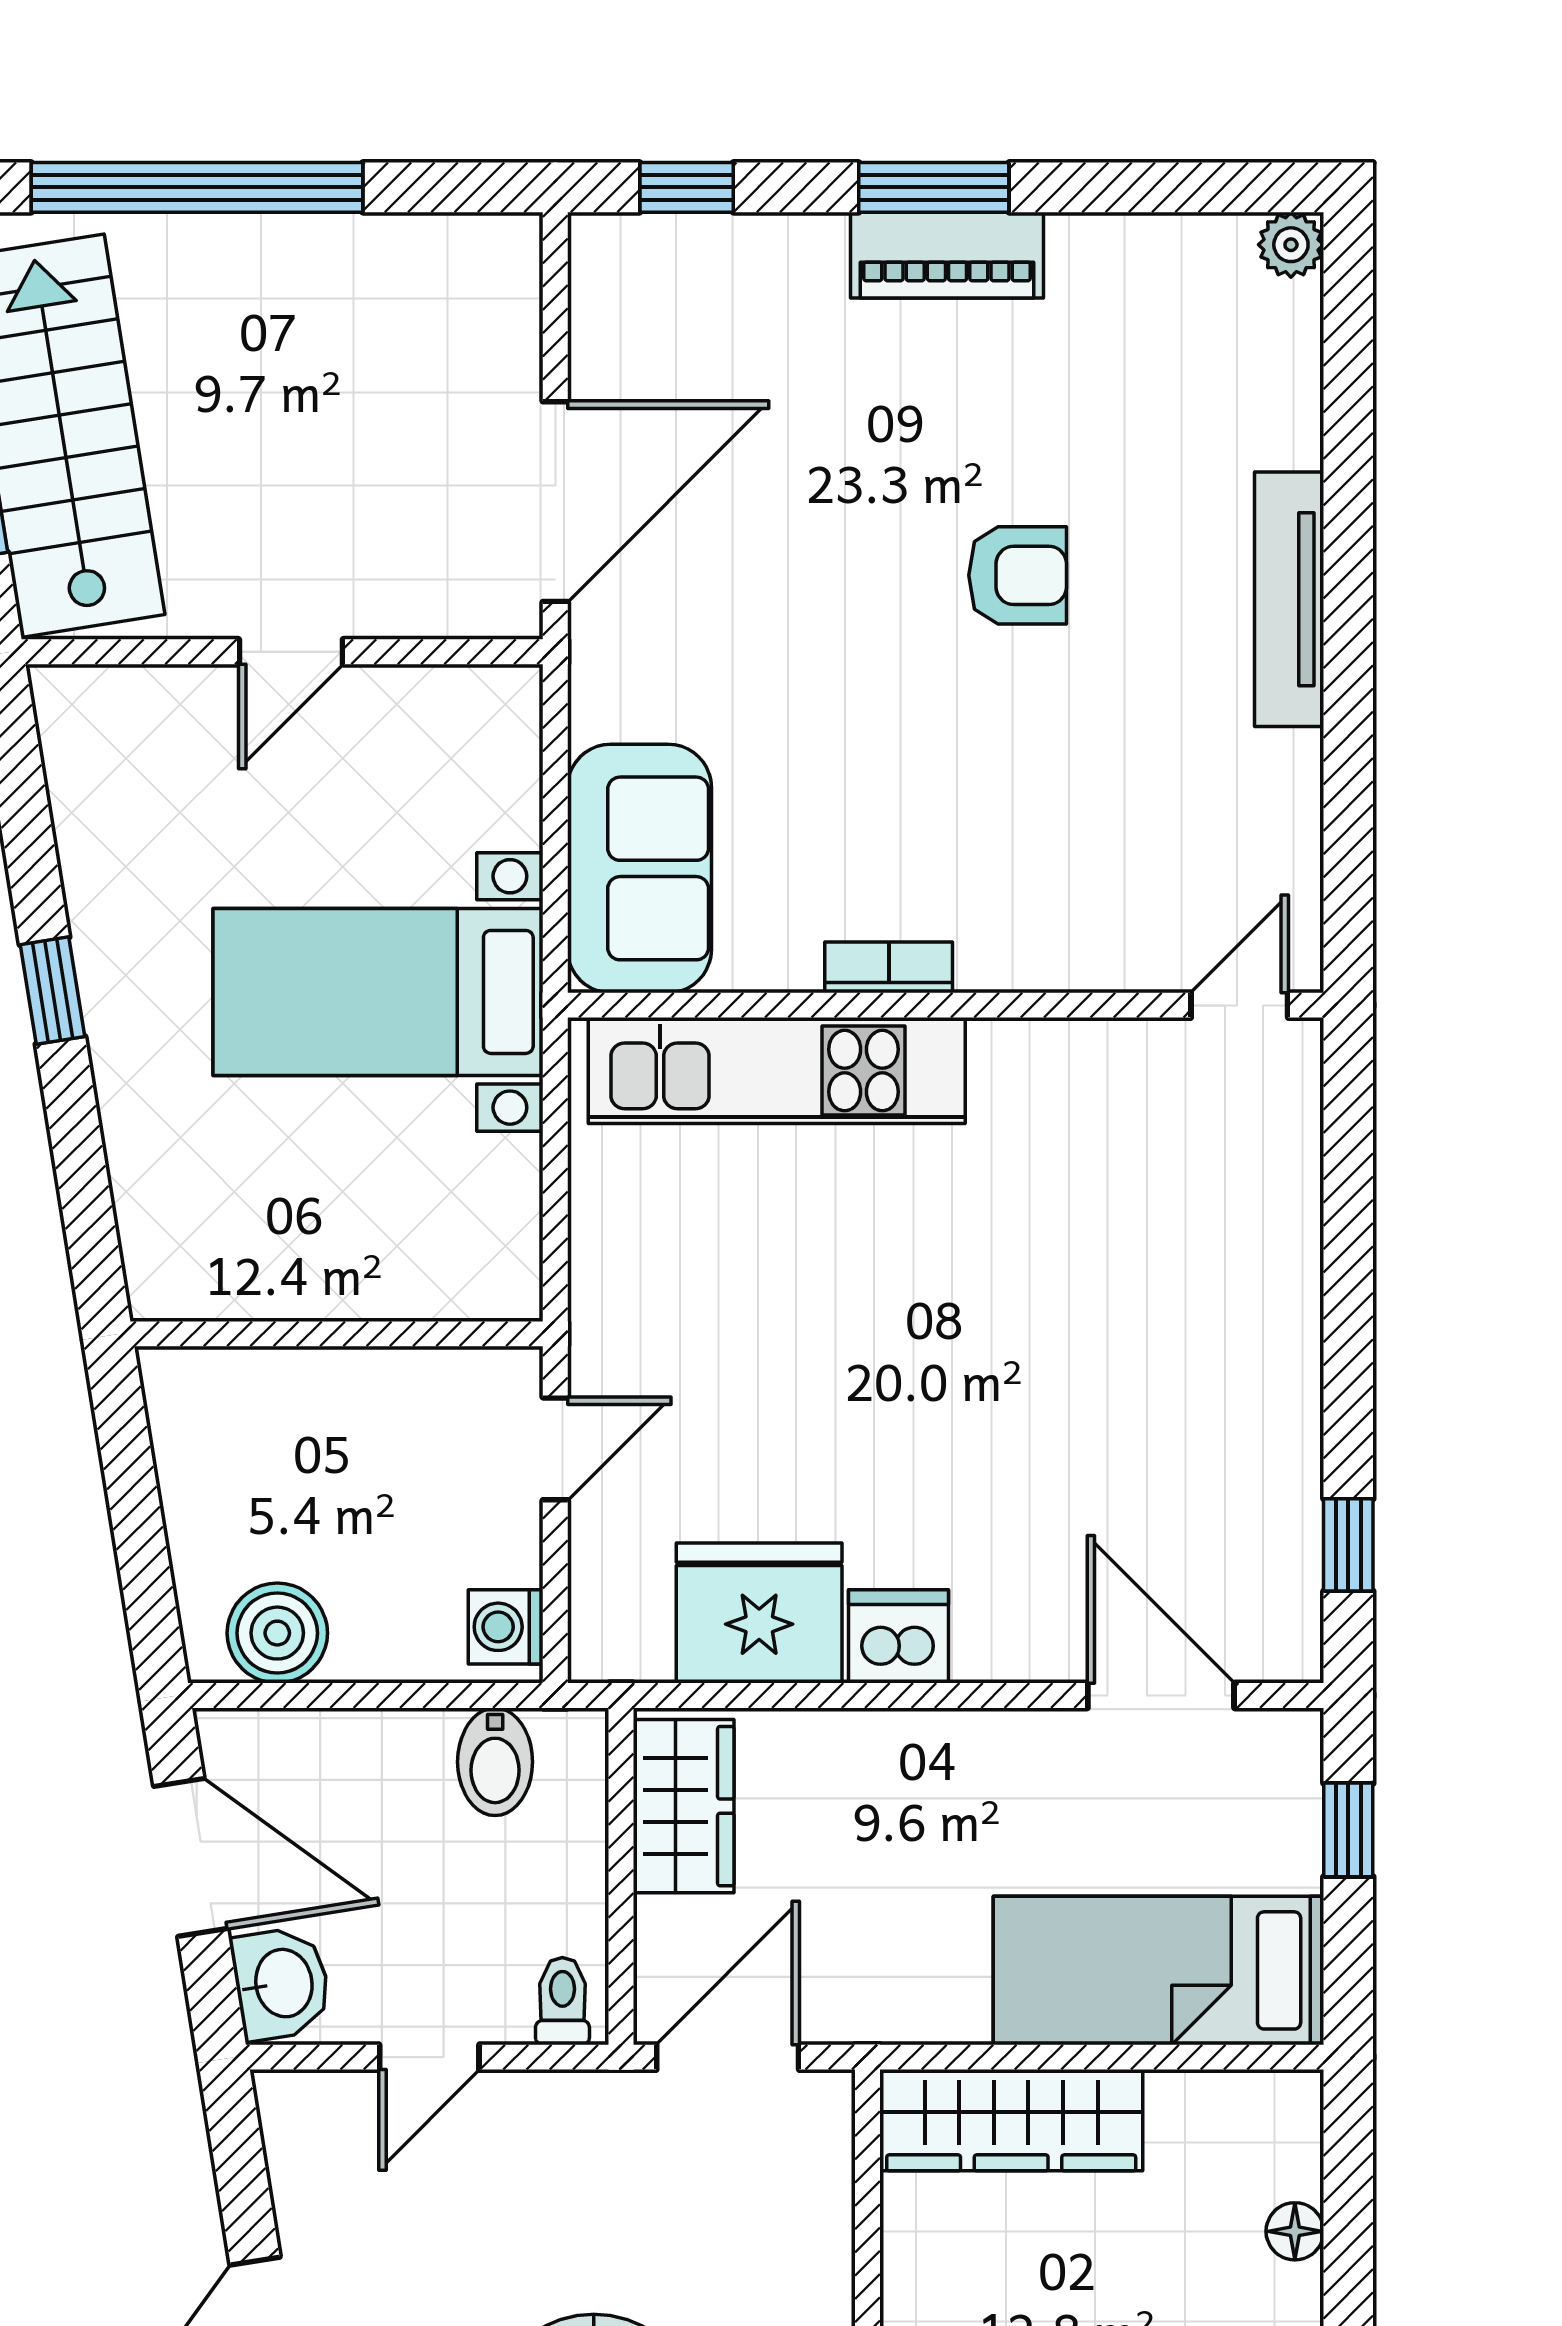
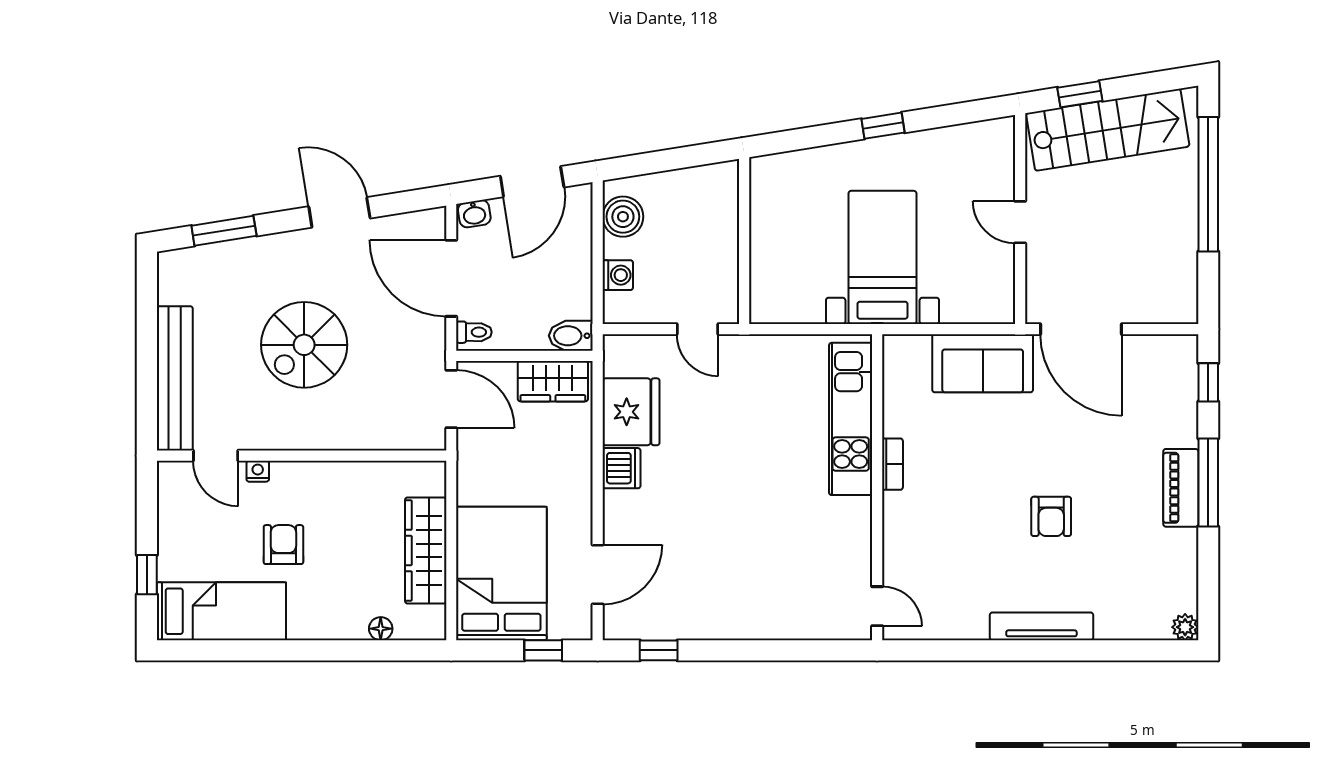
window: (934, 187) -> (1208, 482), width x1.44
sofa: (639, 868) -> (983, 363), moved
washing machine: (506, 1627) -> (618, 275), moved, turned 90
bidet: (495, 1762) -> (571, 336), moved
bed: (1158, 1970) -> (501, 573), width x1.50
washbasin: (281, 1983) -> (474, 214), width x0.72, depth x0.69
door: (429, 2057) -> (451, 278), width x1.87
wardrobe: (1011, 2120) -> (426, 550), moved

